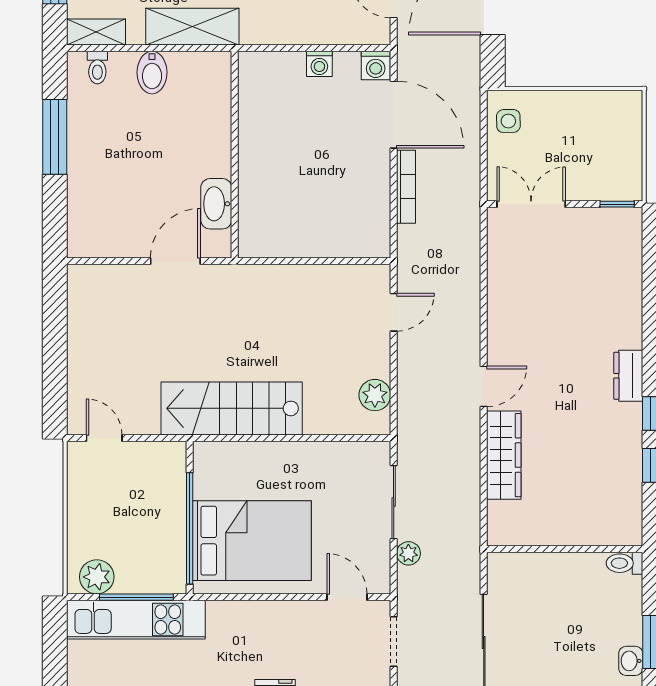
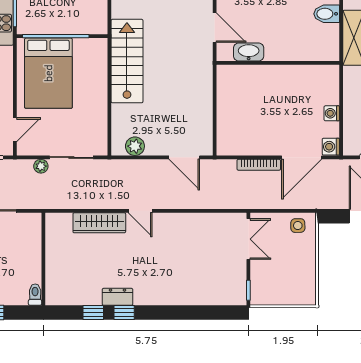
door: (394, 312) -> (184, 157), width x1.38
dresser: (628, 376) -> (117, 297), moved

